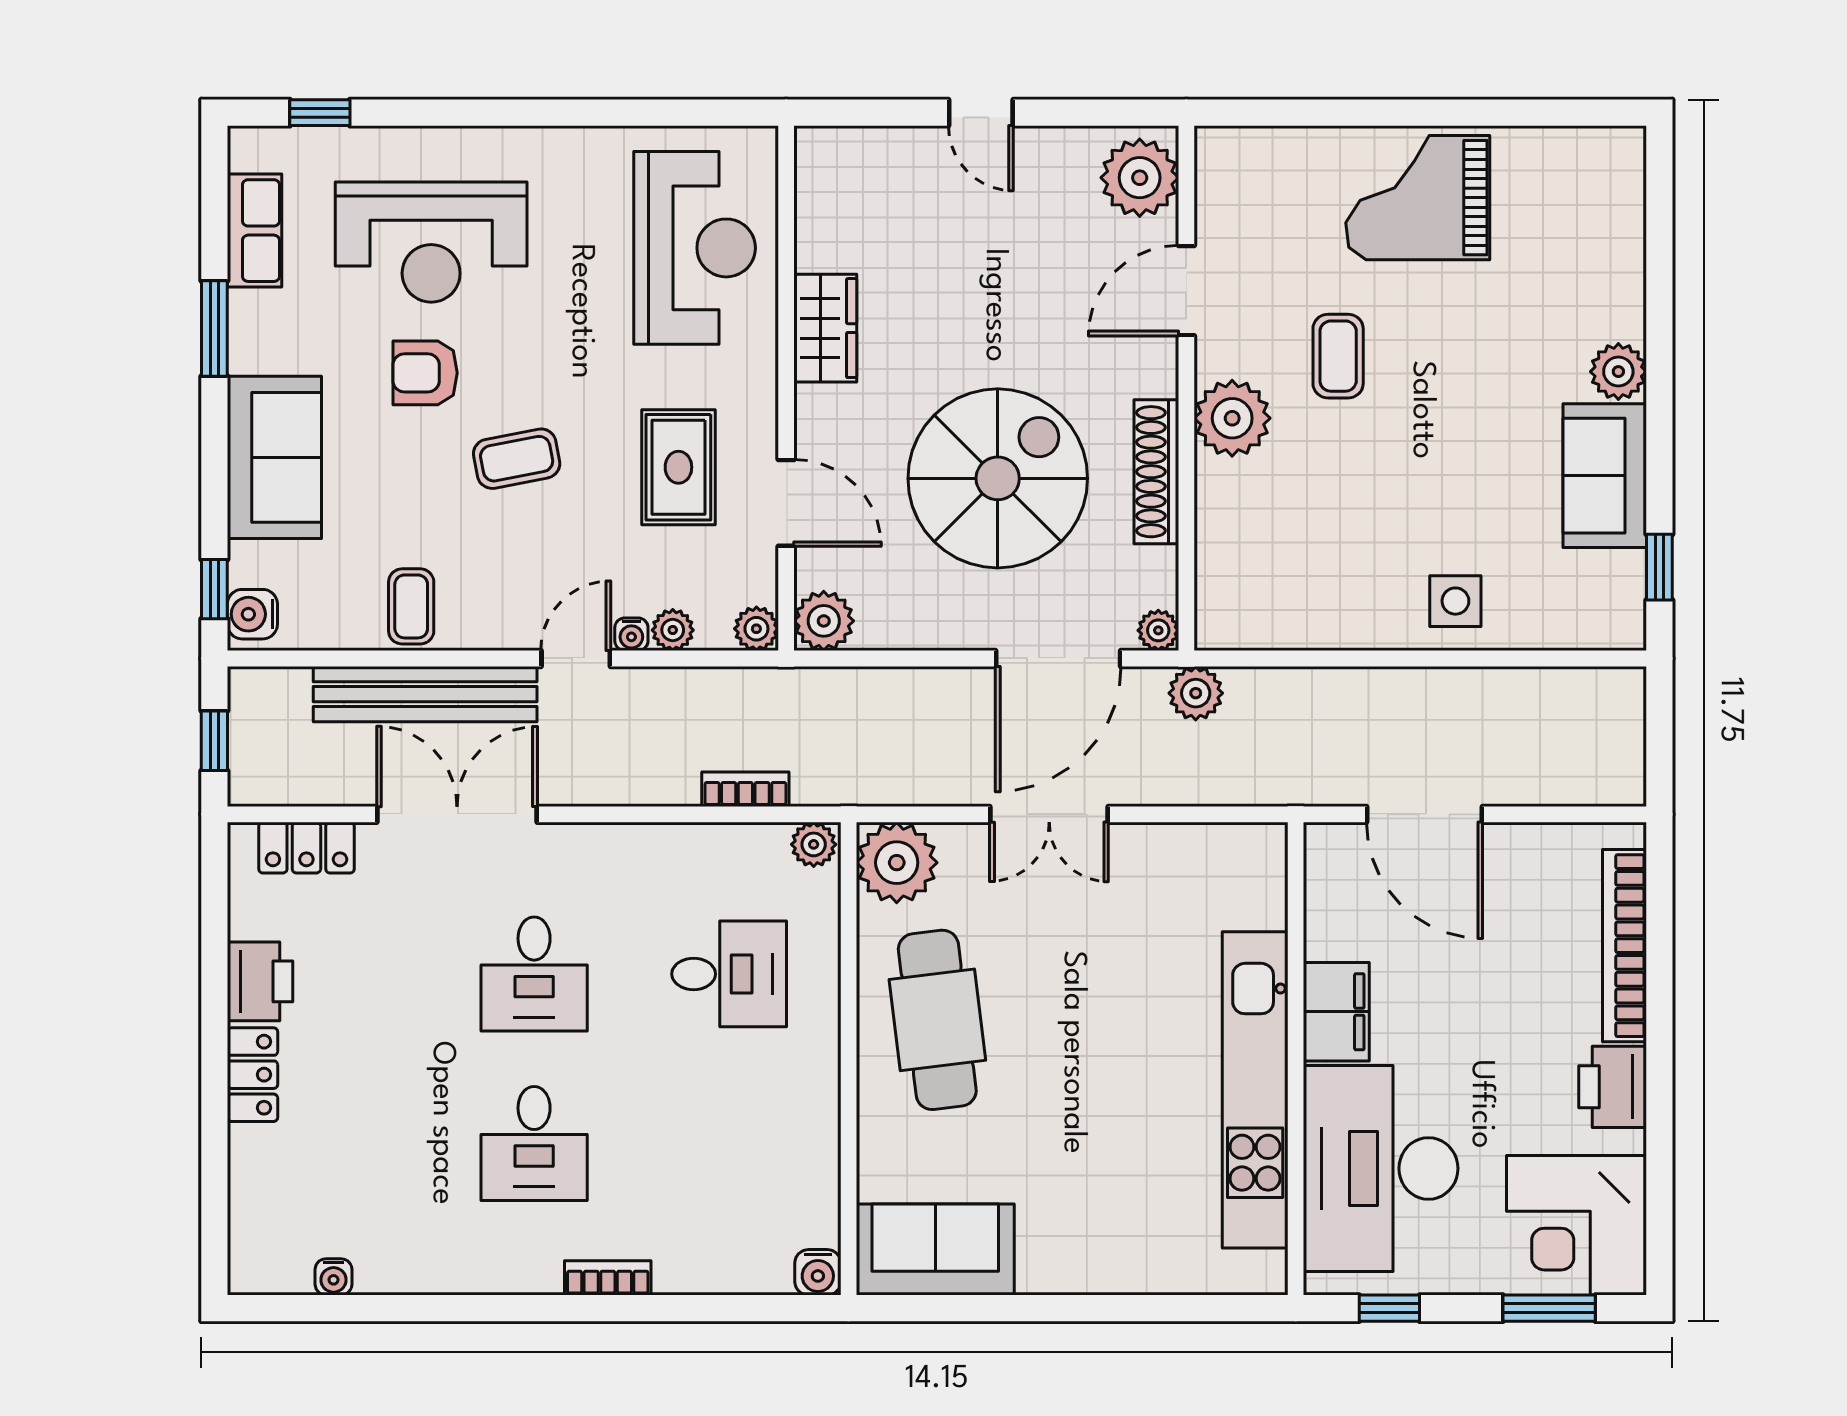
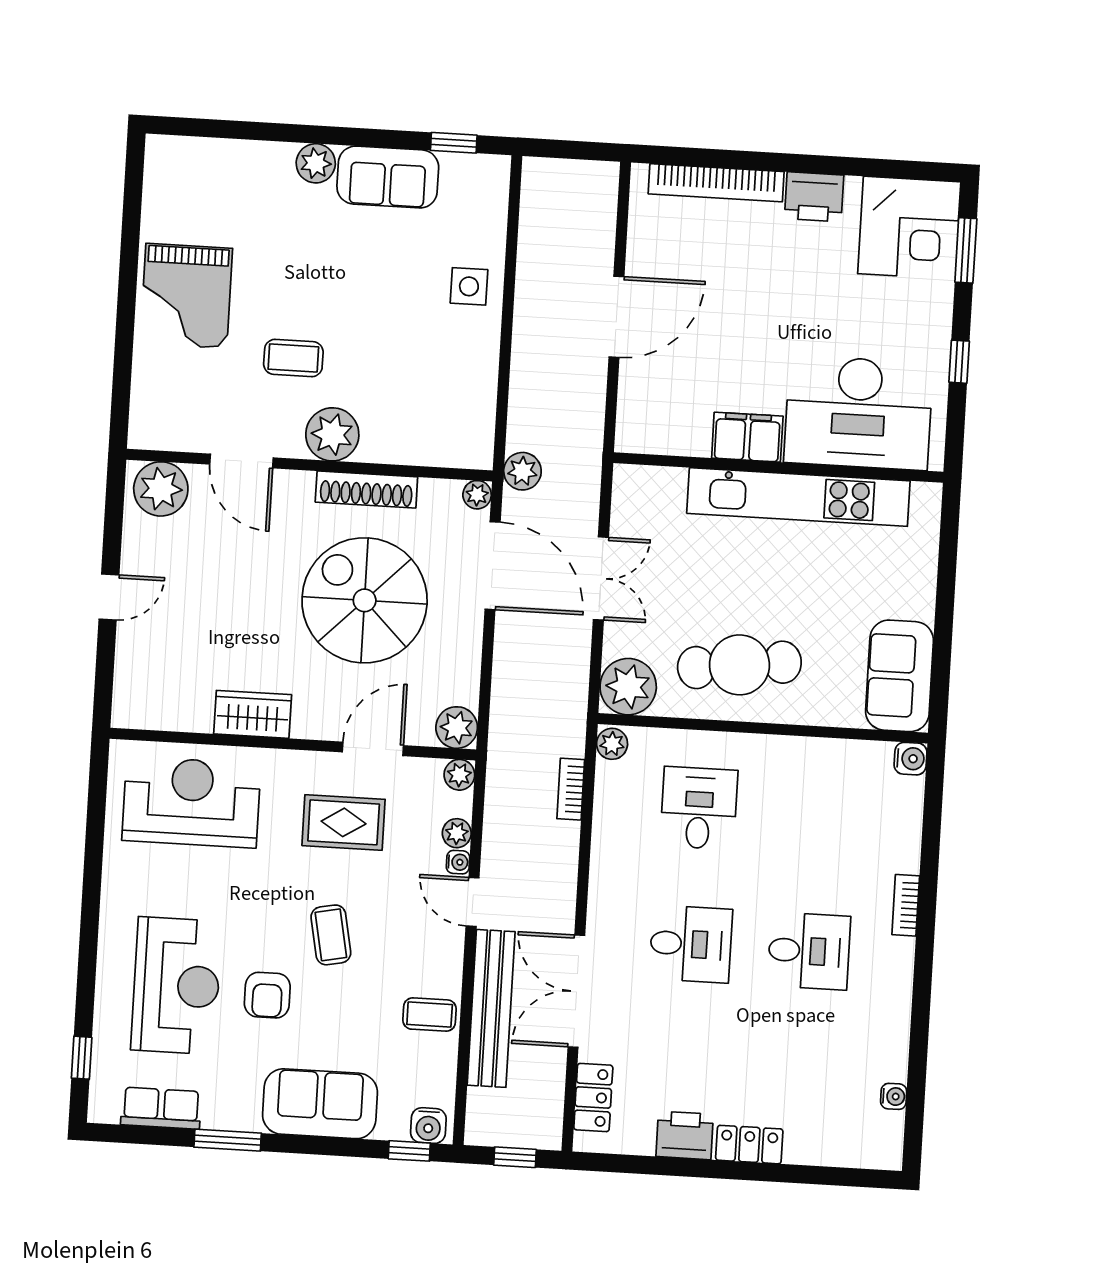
filing cabinet: (1336, 1012) -> (747, 437), moved
wall: (1296, 1059) -> (778, 467), moved
kitchen unit: (1255, 1090) -> (798, 497), moved
desk: (1381, 1168) -> (858, 413), moved

